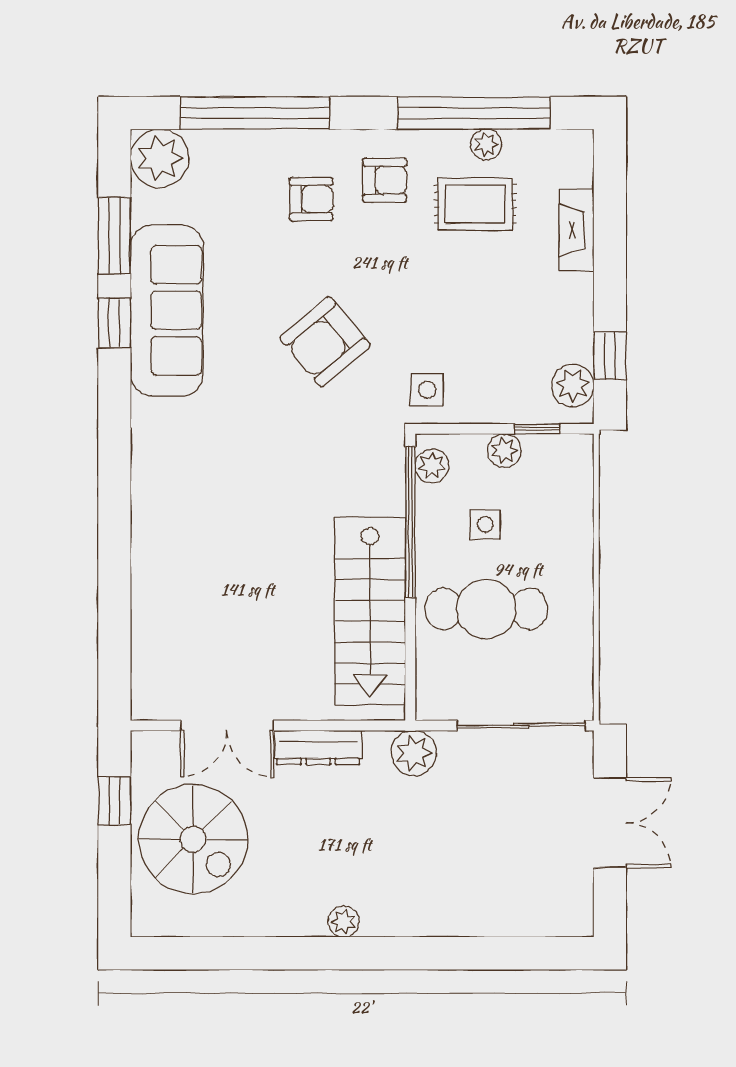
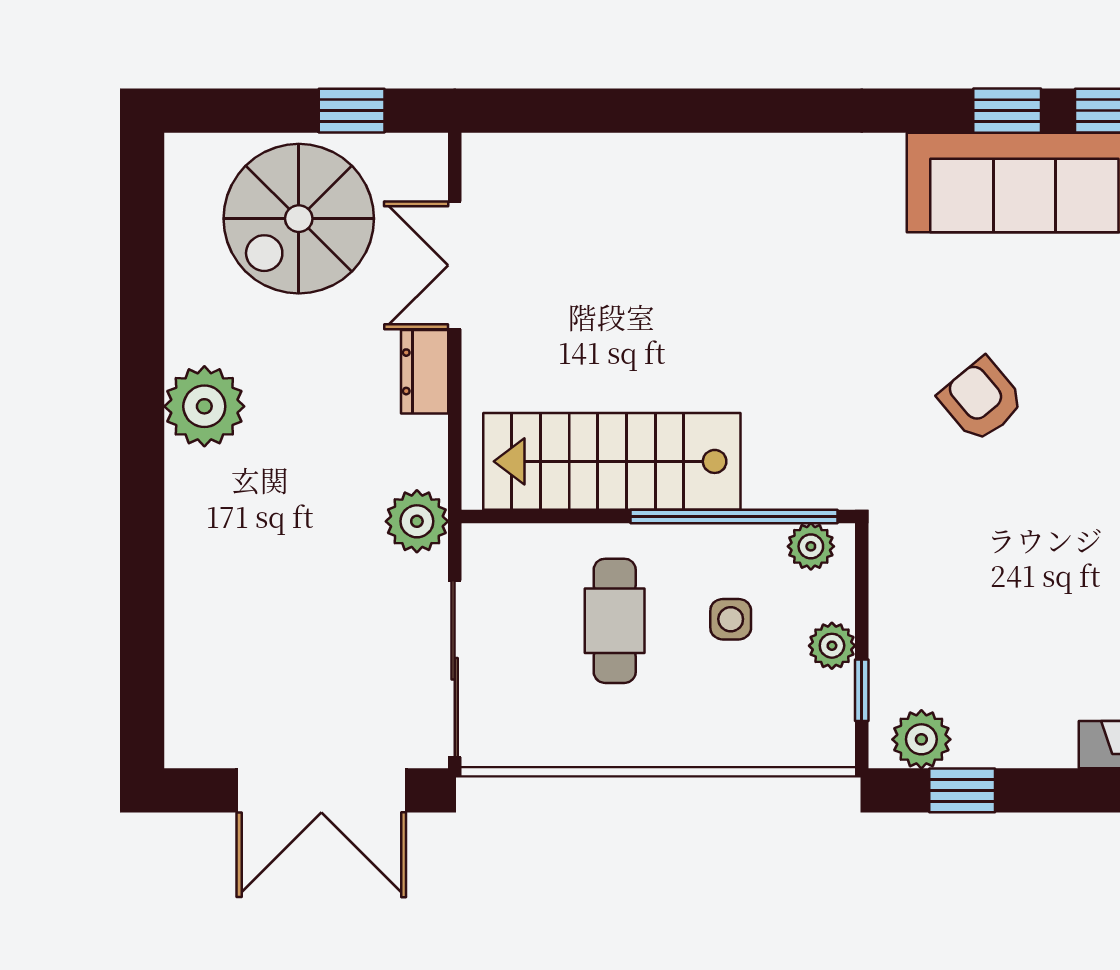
armchair: (325, 342) -> (981, 400), width x0.72, depth x0.72
side table: (427, 390) -> (915, 540), removed
cafe table: (486, 609) -> (615, 621), width x0.73, depth x0.74
dresser: (318, 747) -> (425, 372), width x0.70
double door: (610, 823) -> (321, 790), width x1.37
plant: (344, 922) -> (204, 406), width x1.88, depth x1.88

